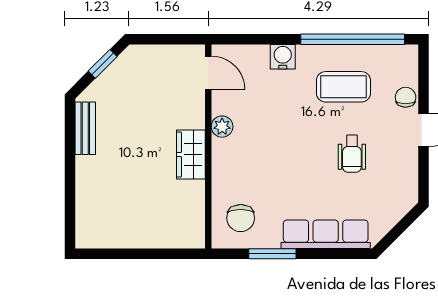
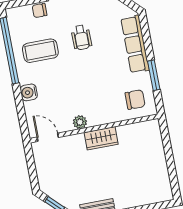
door: (208, 73) -> (48, 137), hinge flipped
coffee table: (343, 87) -> (40, 51), turned 90
wheelchair: (352, 154) -> (81, 37), turned 90

